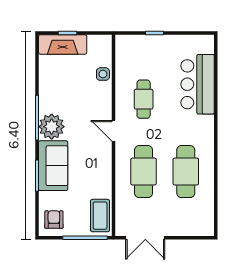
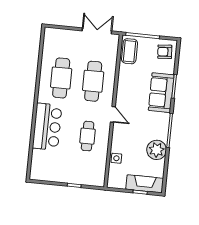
bar counter: (198, 84) -> (47, 127), moved
plant: (52, 127) -> (157, 150), moved
armchair: (54, 220) -> (165, 52), turned 86

